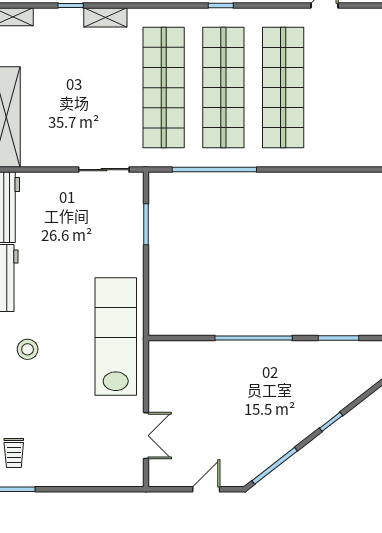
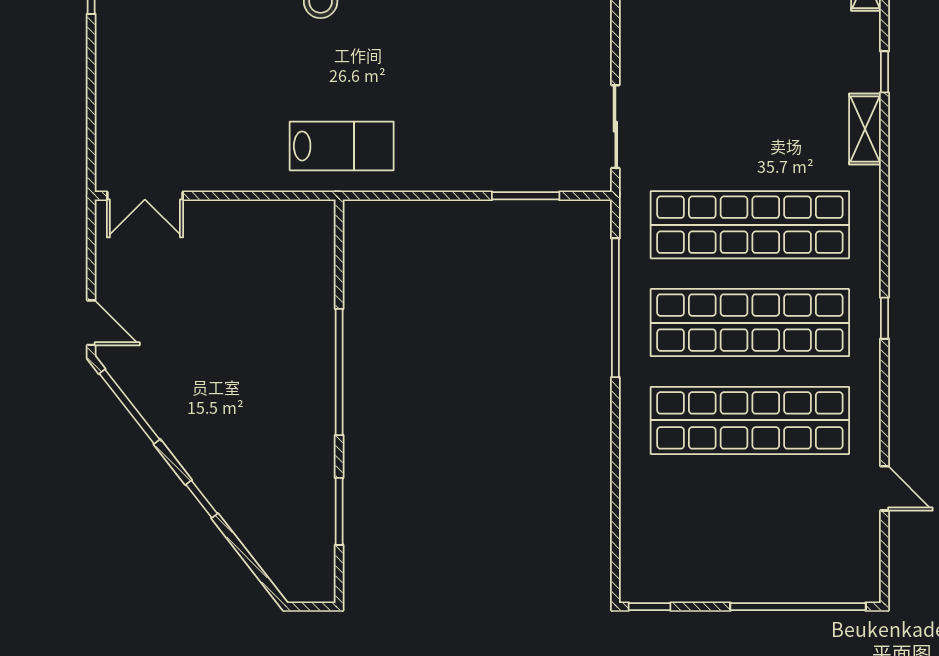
lab bench: (116, 336) -> (342, 146), width x0.54, depth x0.72
double door: (146, 436) -> (145, 196), moved
door: (206, 489) -> (91, 323), moved

